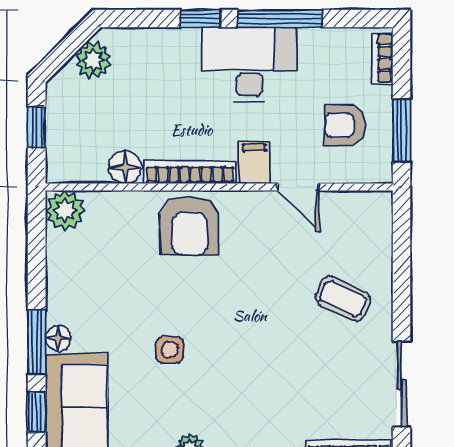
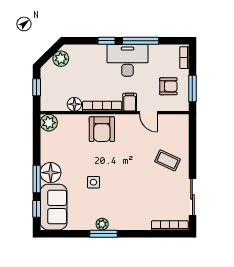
armchair: (345, 125) -> (168, 86), turned 180
floor lamp: (58, 338) -> (51, 173), width x1.89, depth x1.89

